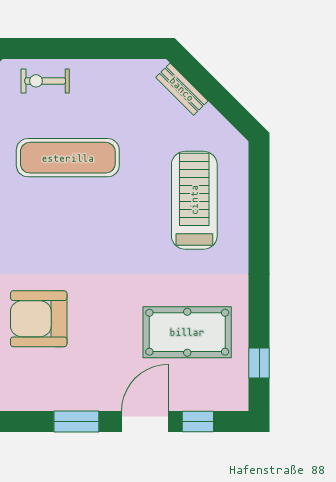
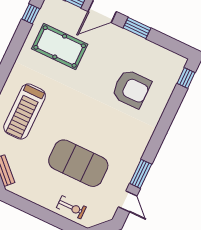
exercise mat: (68, 158) -> (78, 163), width x1.47

